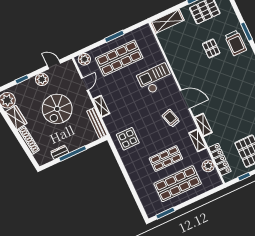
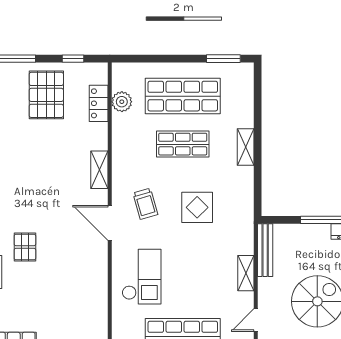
pallet: (211, 48) -> (25, 247), moved
checkout: (155, 79) -> (142, 277), turned -90
display table: (128, 139) -> (197, 207), moved
shelving: (198, 140) -> (246, 147), moved
locker: (220, 159) -> (99, 103), width x0.66

